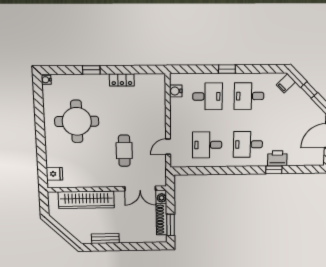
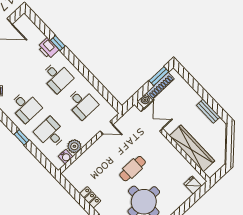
plant: (178, 106) -> (74, 146), added
cafe table: (124, 151) -> (133, 169), moved

